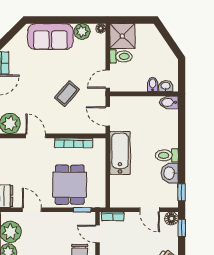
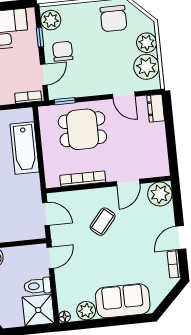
coffee table: (67, 94) -> (103, 222), moved
door: (36, 136) -> (128, 182), hinge flipped
bathtub: (120, 153) -> (25, 148), moved
dining table: (70, 185) -> (82, 129), turned 90
door: (98, 234) -> (44, 75), hinge flipped

